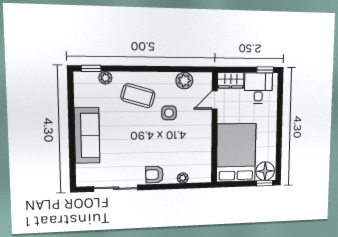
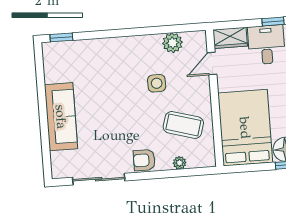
plant: (105, 78) -> (78, 47), removed
coffee table: (138, 96) -> (183, 125), moved

